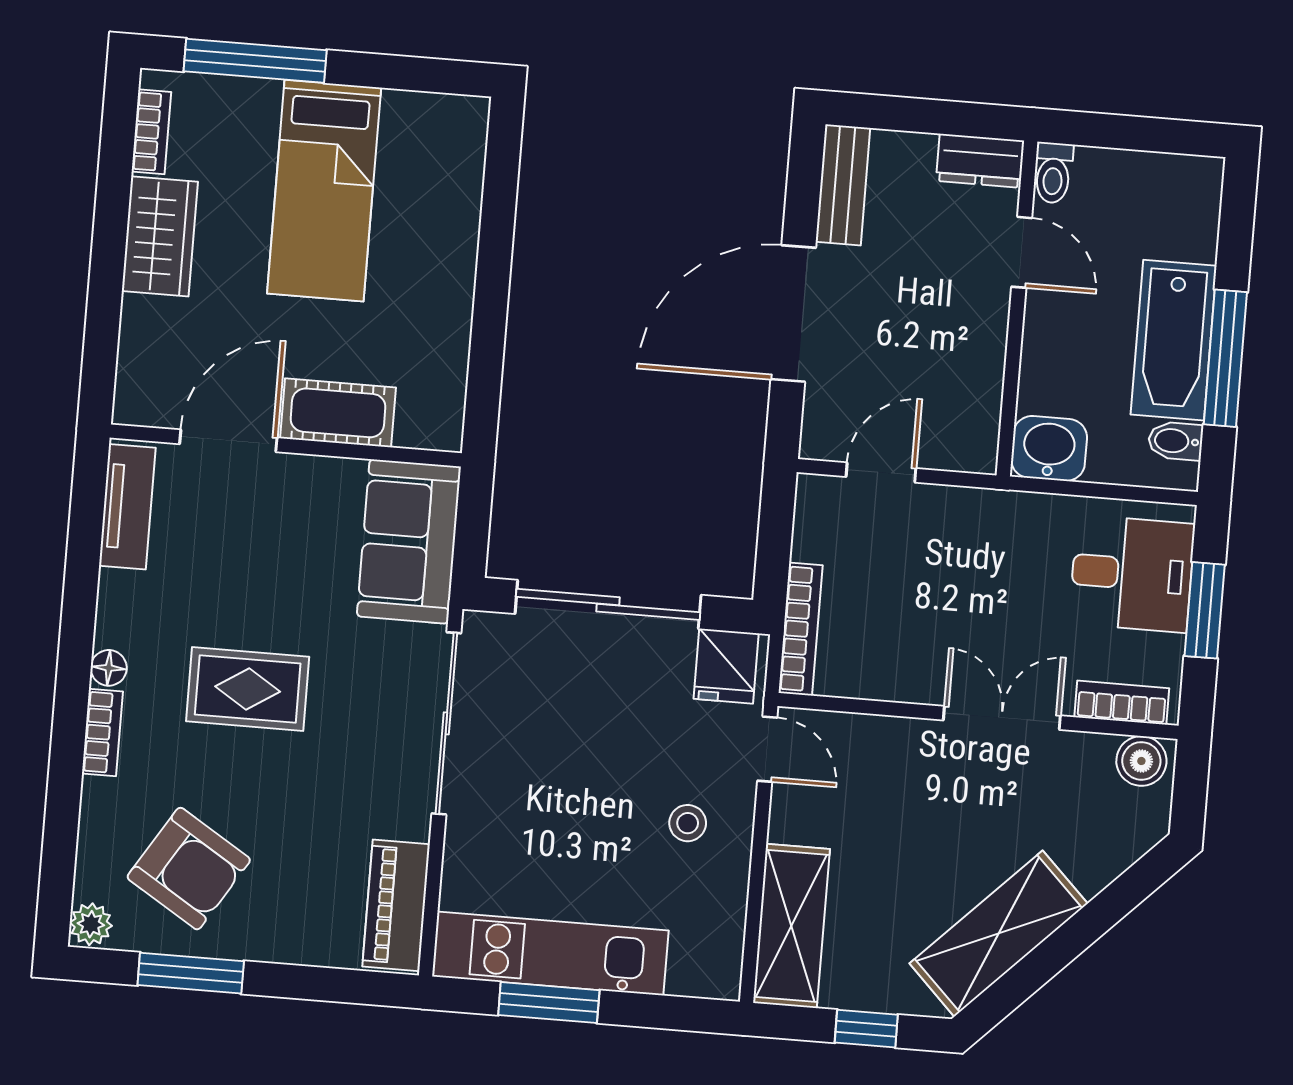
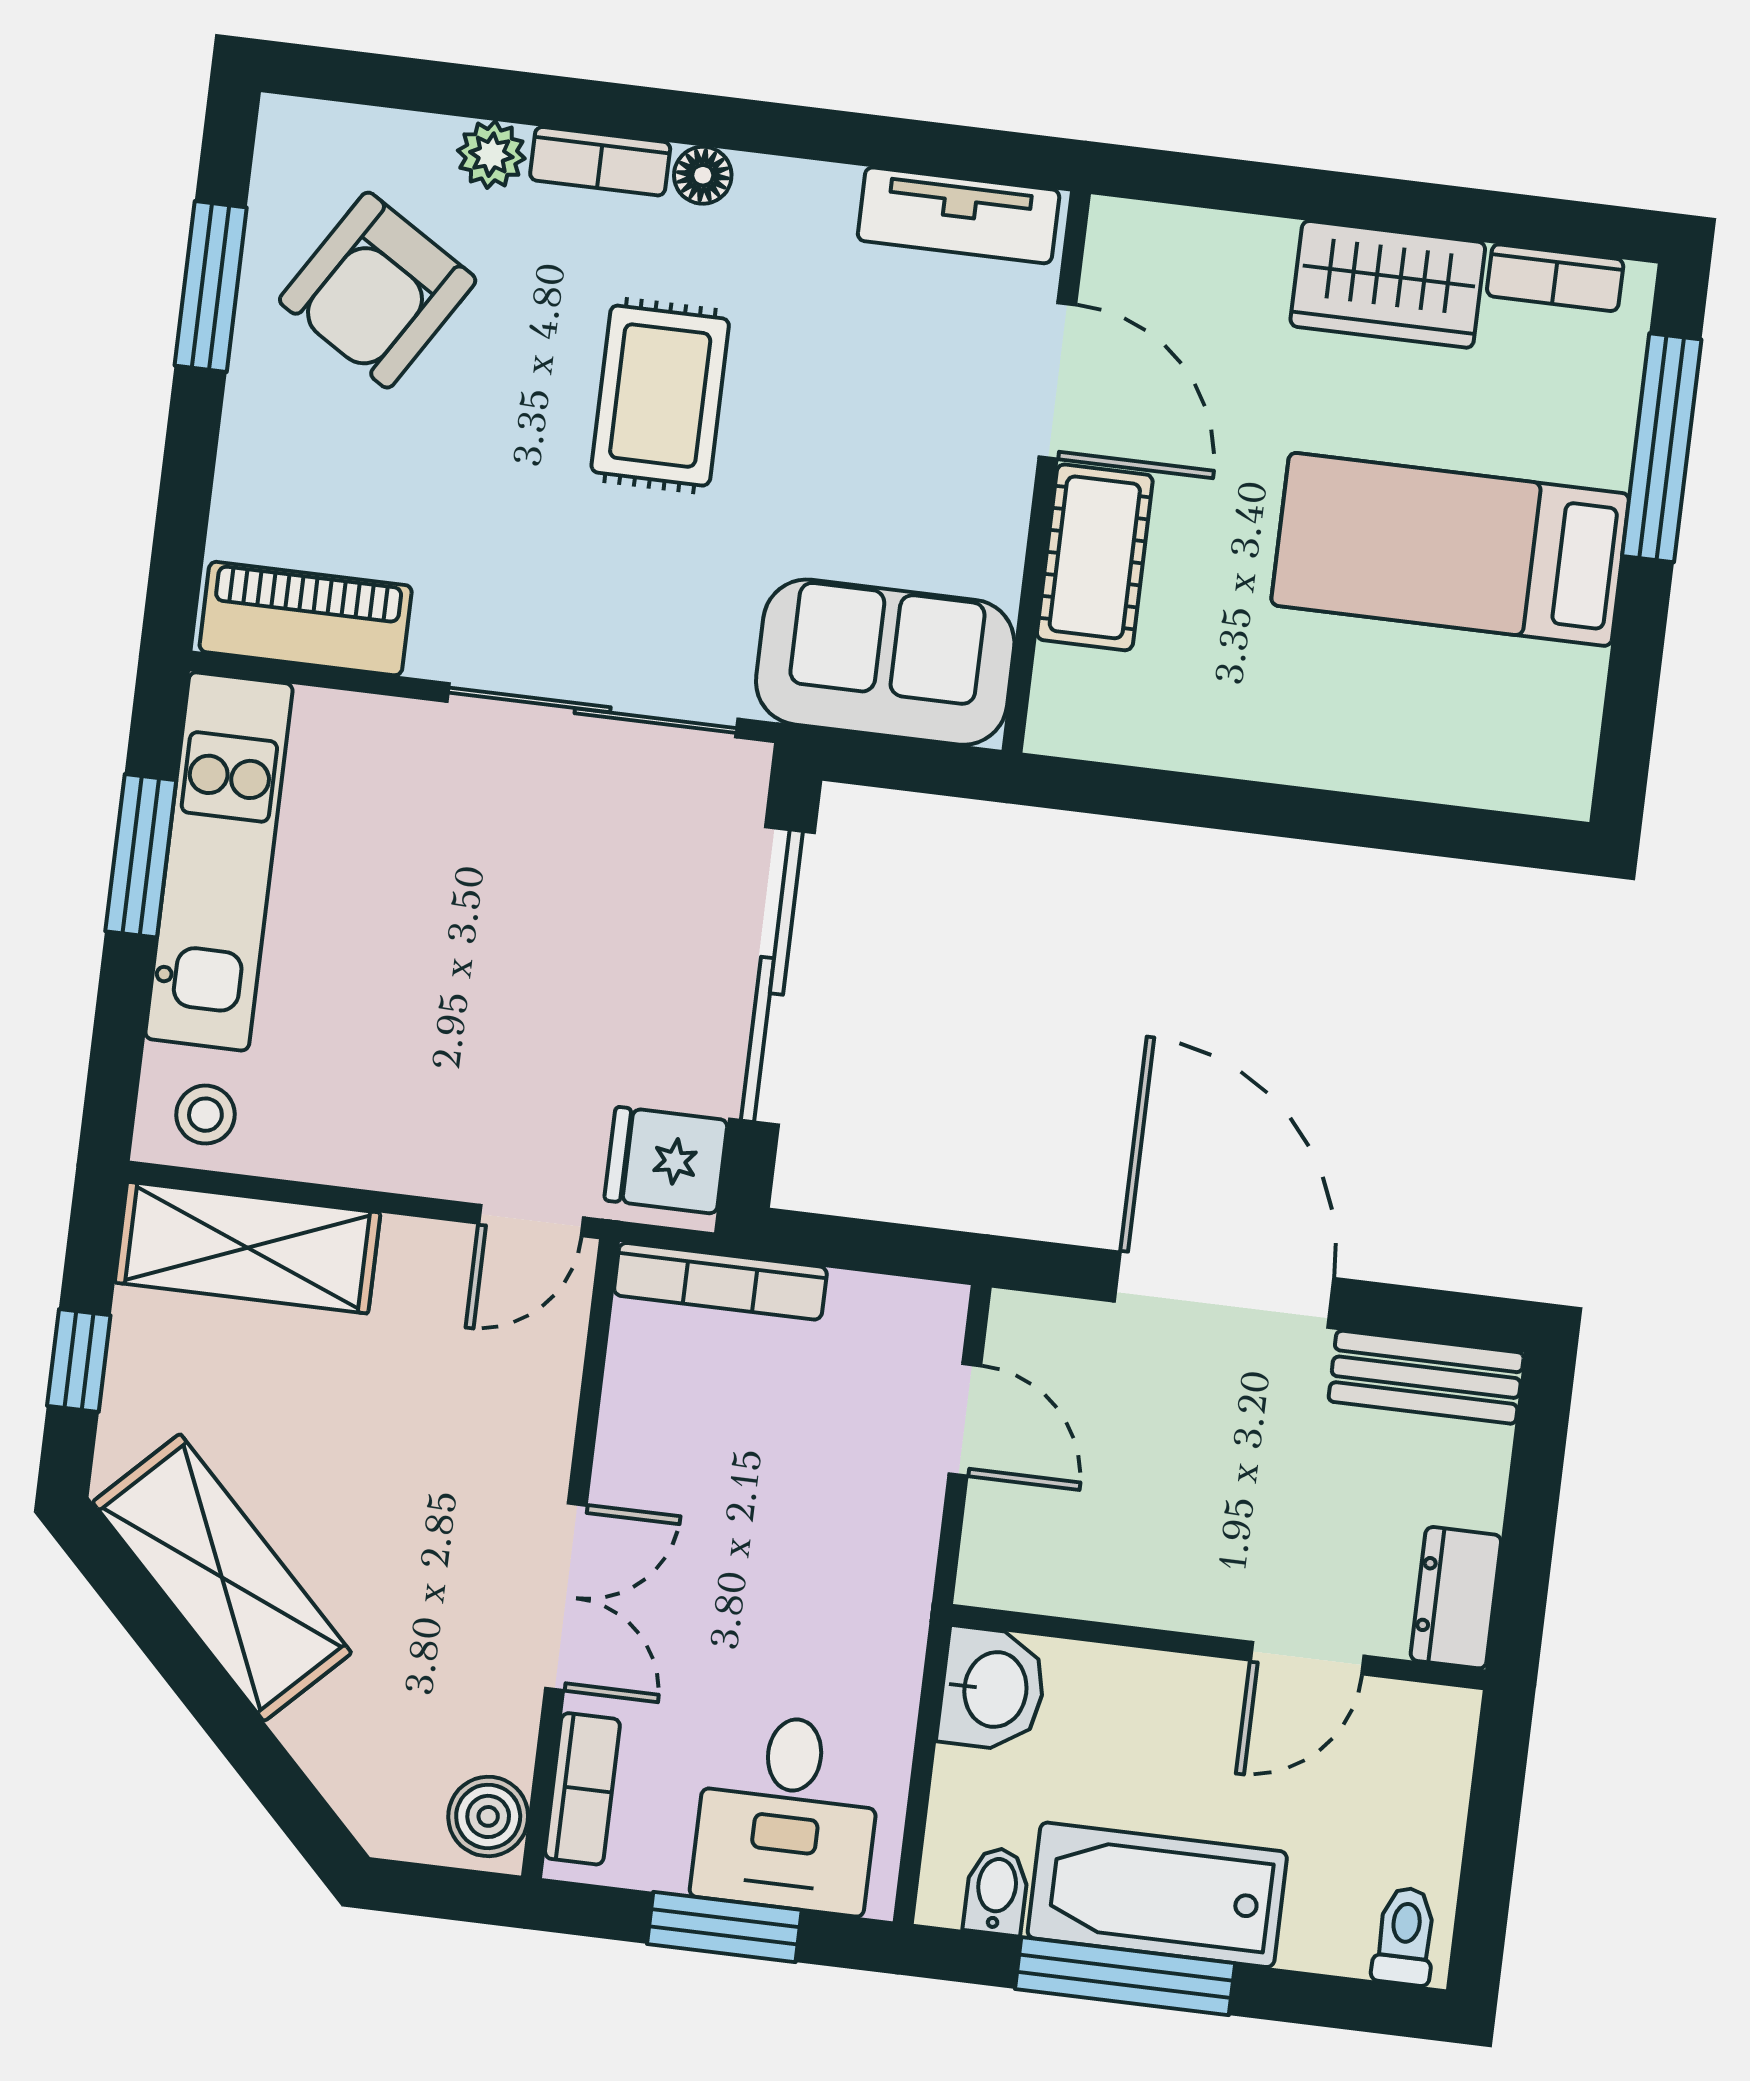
toilet: (1053, 173) -> (1405, 1936), moved, turned 90
stool: (688, 823) -> (205, 1115), moved
plant: (91, 924) -> (491, 155), moved

